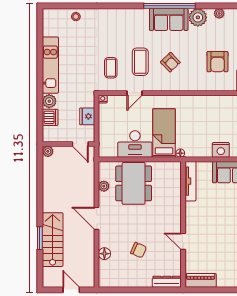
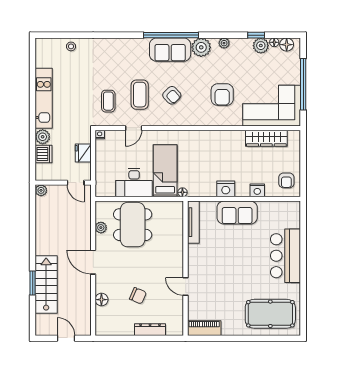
dresser: (167, 282) -> (150, 330), moved

